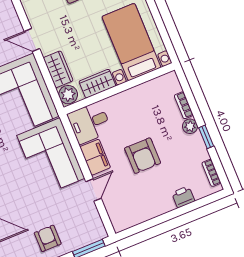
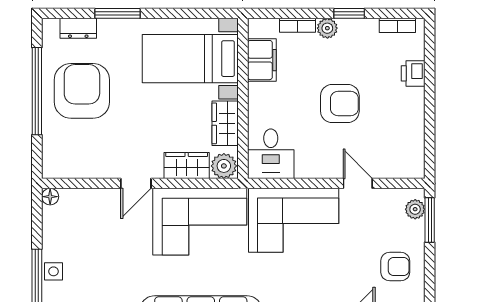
filing cabinet: (95, 157) -> (262, 60), moved, turned 90
plant: (92, 236) -> (415, 209), added
armchair: (48, 238) -> (395, 267), turned 180

